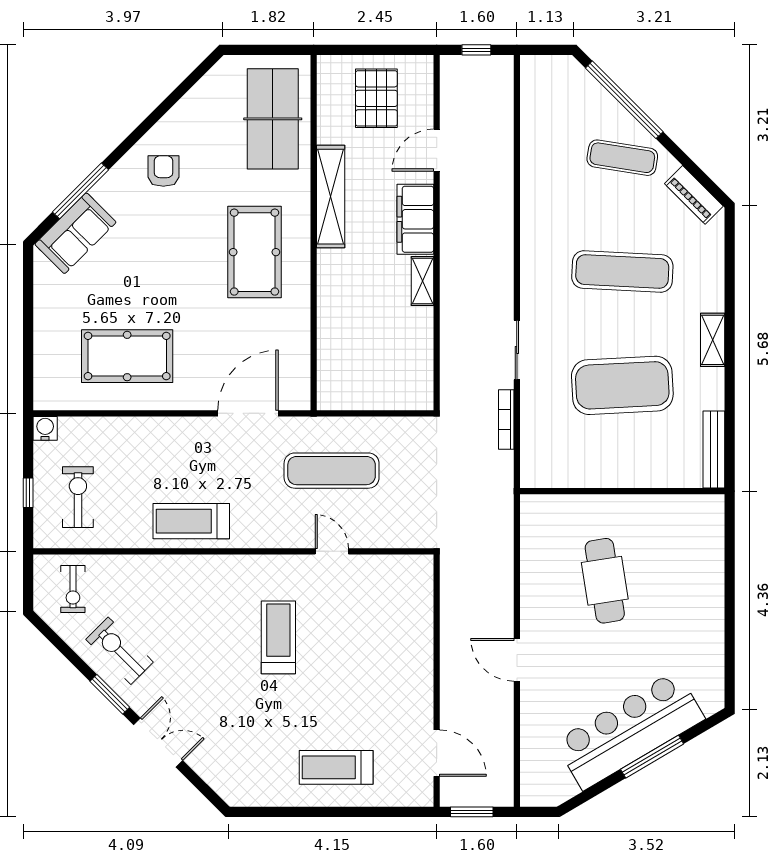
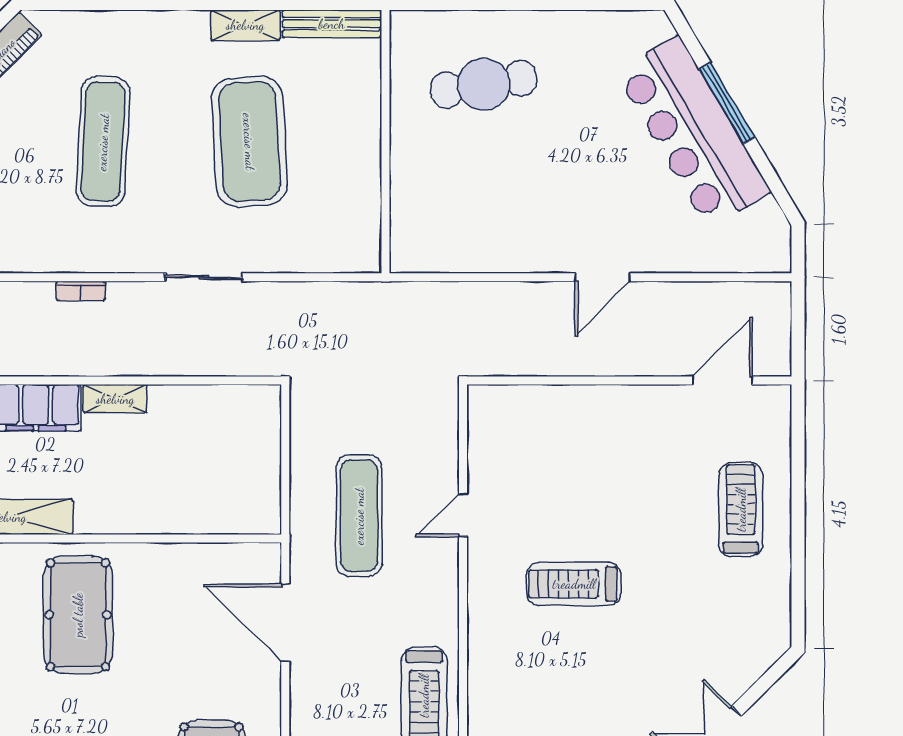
pool table: (255, 252) -> (78, 615), turned 90
shelving: (713, 340) -> (245, 25), moved
bookcase: (506, 419) -> (81, 291), moved, width x0.64
cafe table: (605, 581) -> (484, 84), moved
treadmill: (336, 767) -> (741, 510), turned 180
window: (472, 812) -> (798, 335), removed

